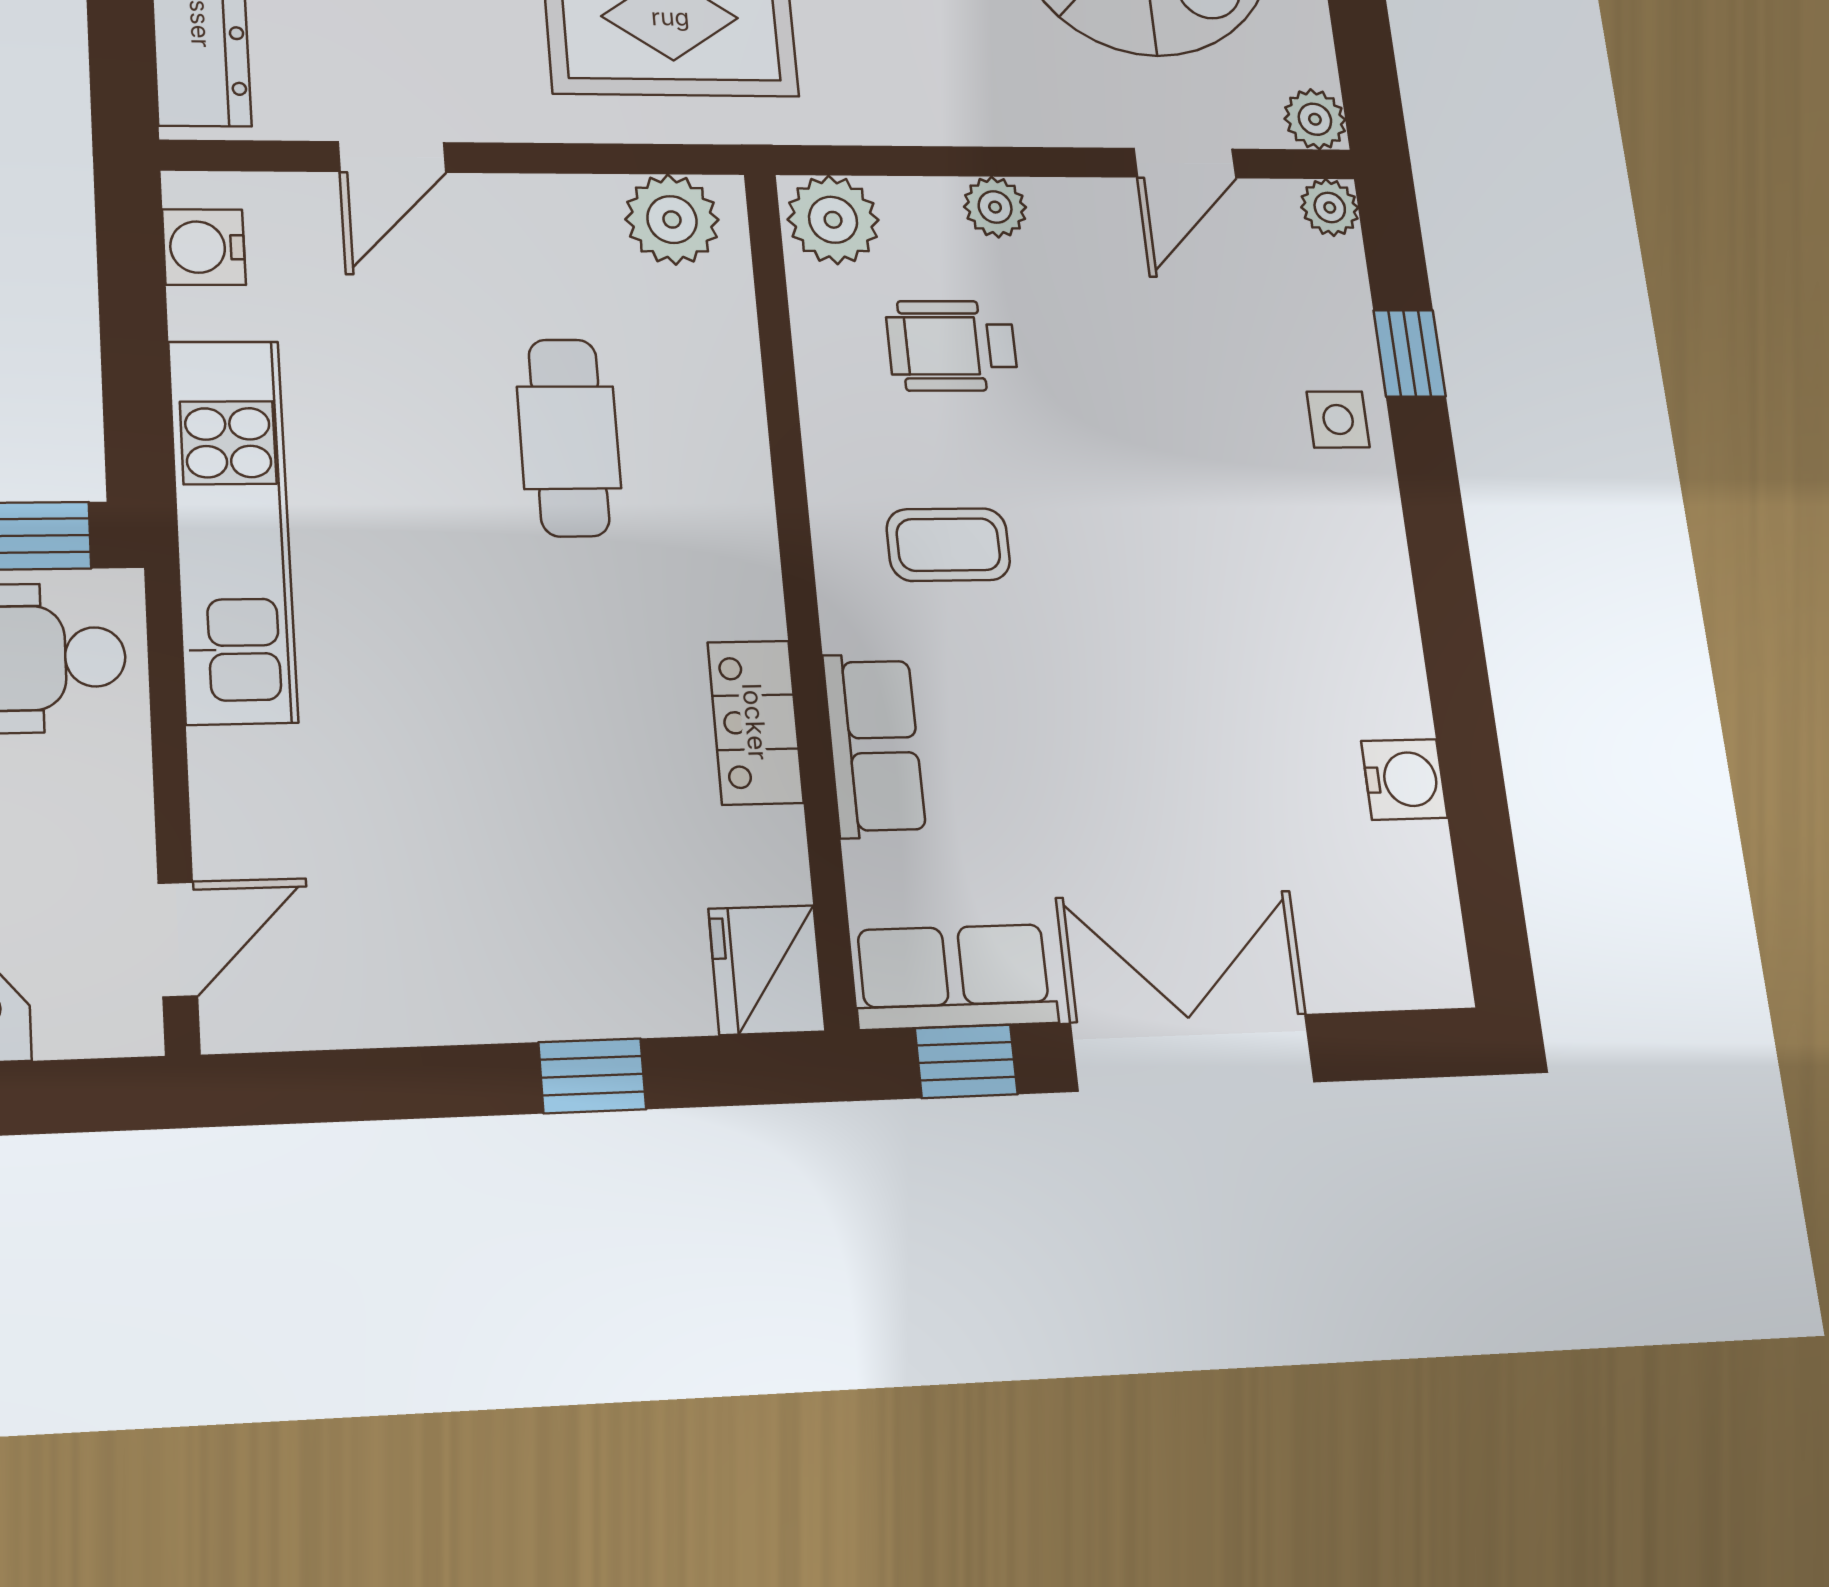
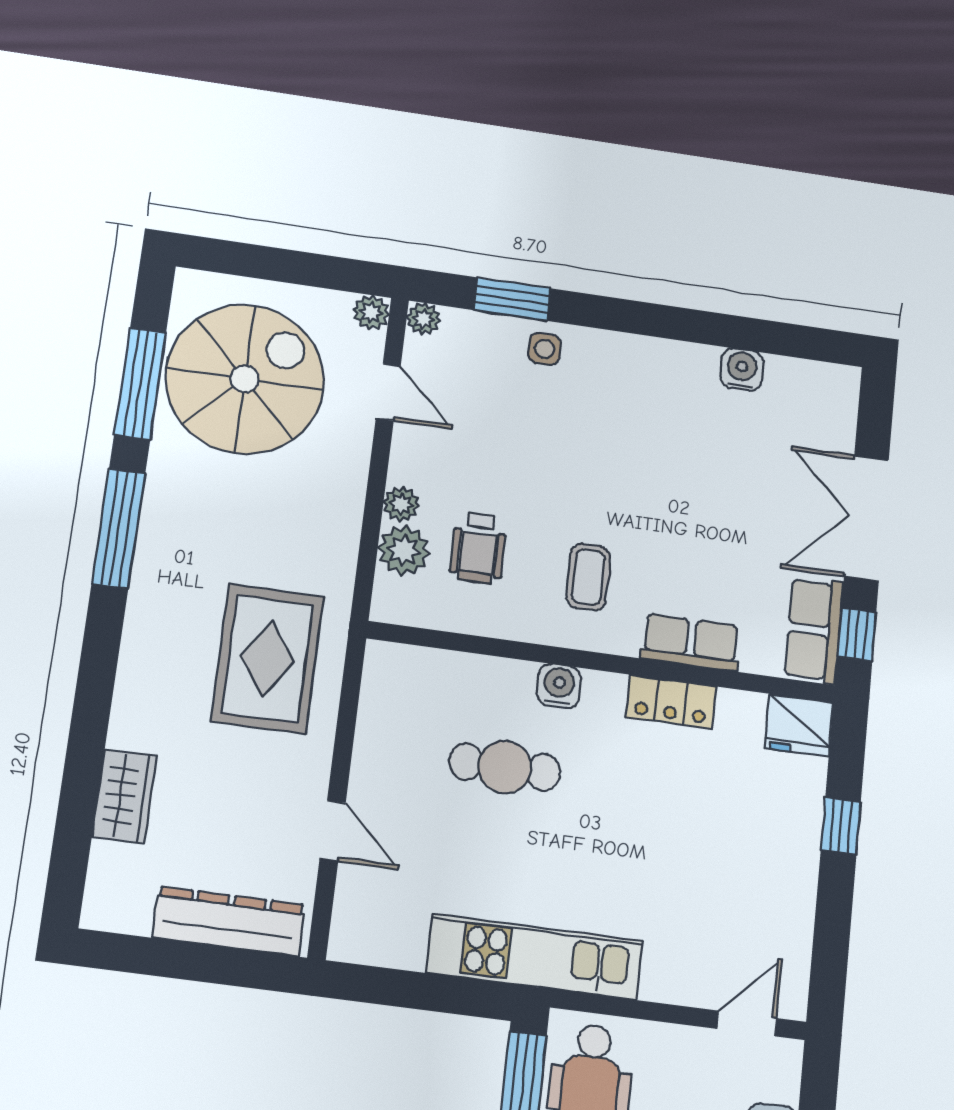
plant: (672, 220) -> (388, 684), removed
plant: (833, 220) -> (404, 551), moved
water cooler: (204, 247) -> (559, 686), moved, turned 180
window: (1410, 353) -> (512, 299), width x1.50
door: (178, 939) -> (747, 1023), hinge flipped

